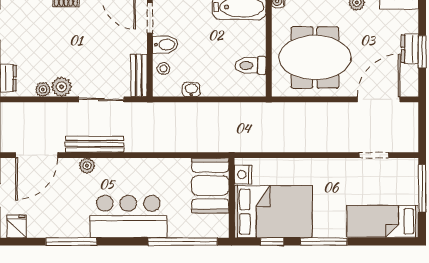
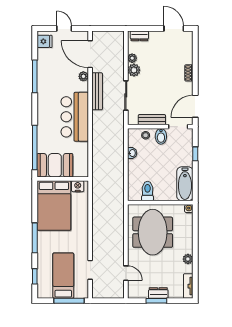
bench: (139, 75) -> (152, 120), moved
door: (379, 99) -> (126, 273), width x0.53
plant: (87, 166) -> (83, 76), moved
booth: (210, 186) -> (55, 165), moved
bar counter: (128, 217) -> (75, 117), moved, turned 180
bed: (383, 221) -> (63, 276), moved
window: (272, 242) -> (35, 276), moved

